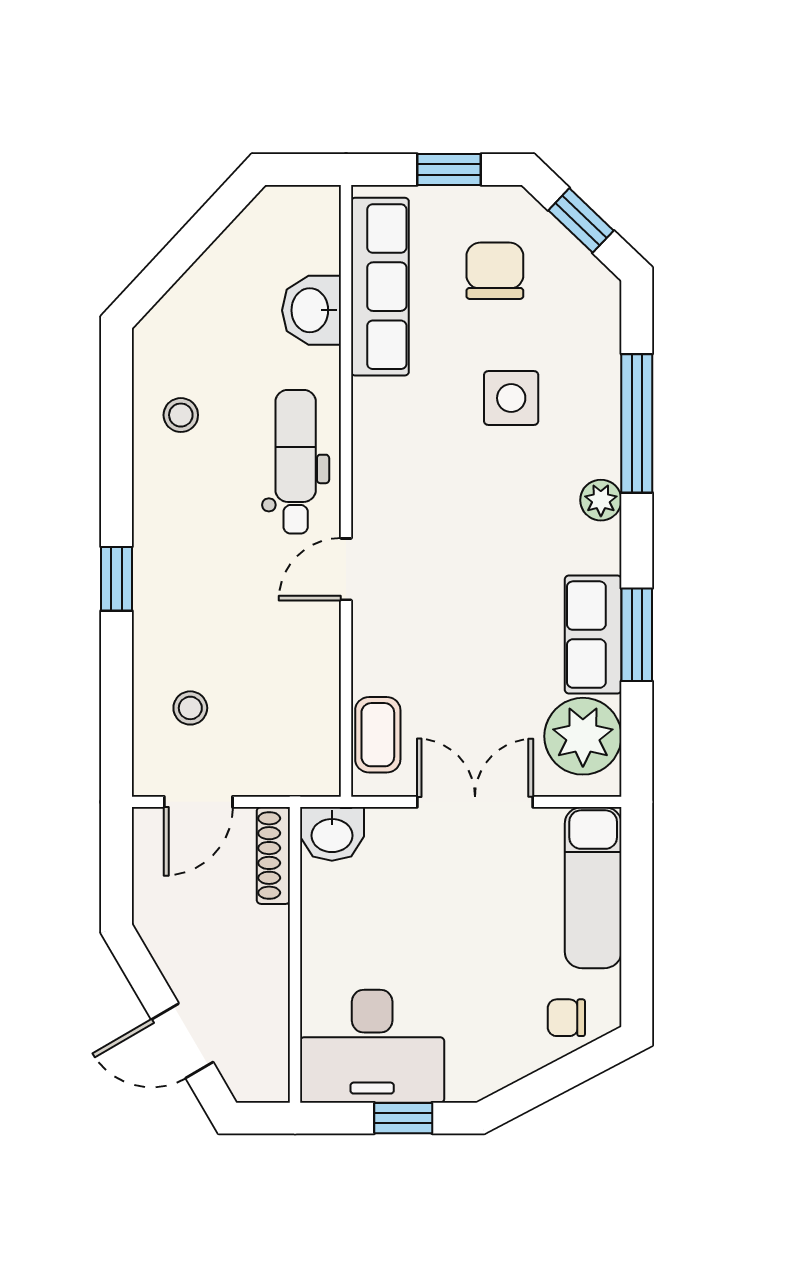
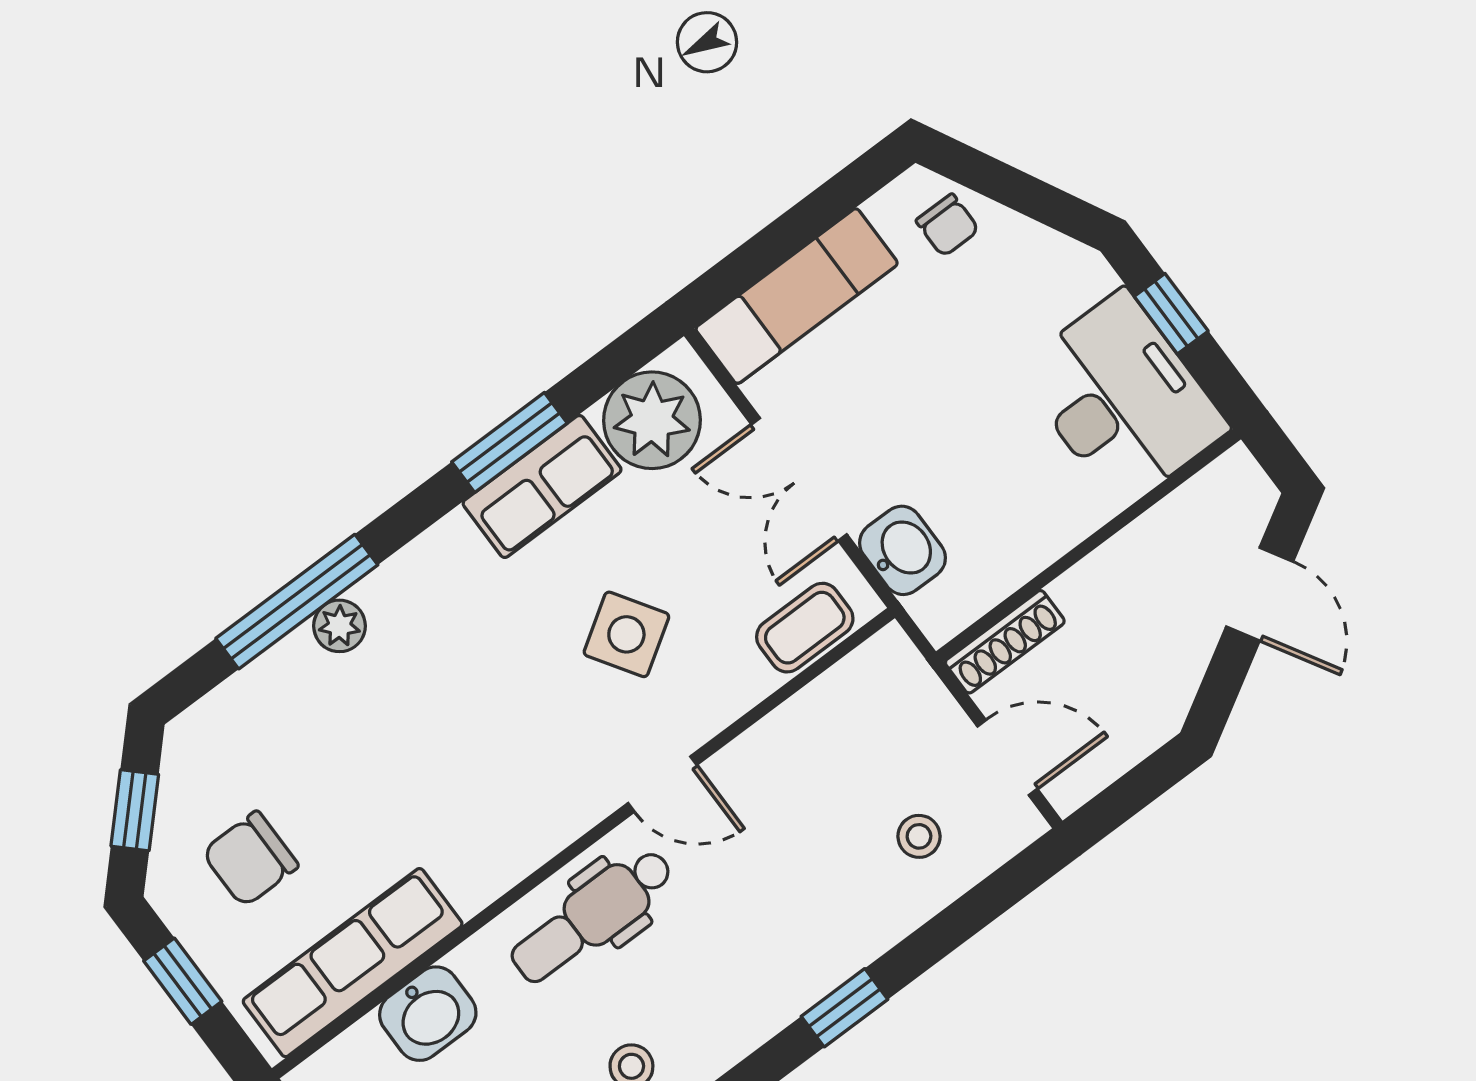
side table: (511, 398) -> (626, 634), moved, turned -33
plant: (601, 500) -> (339, 626), moved
washbasin: (332, 834) -> (903, 550), moved

